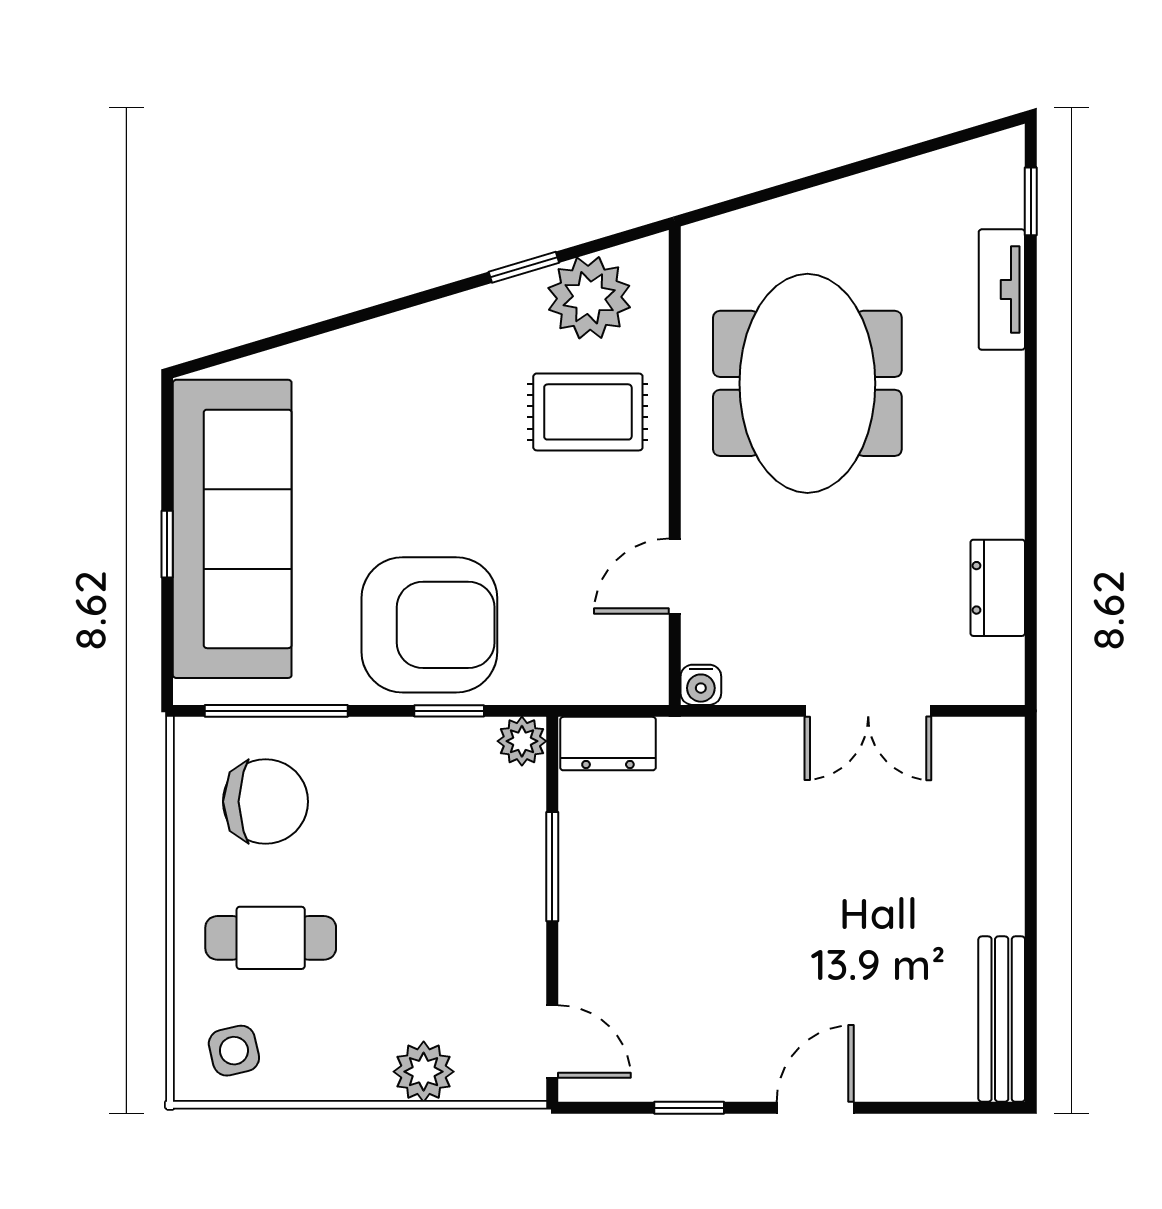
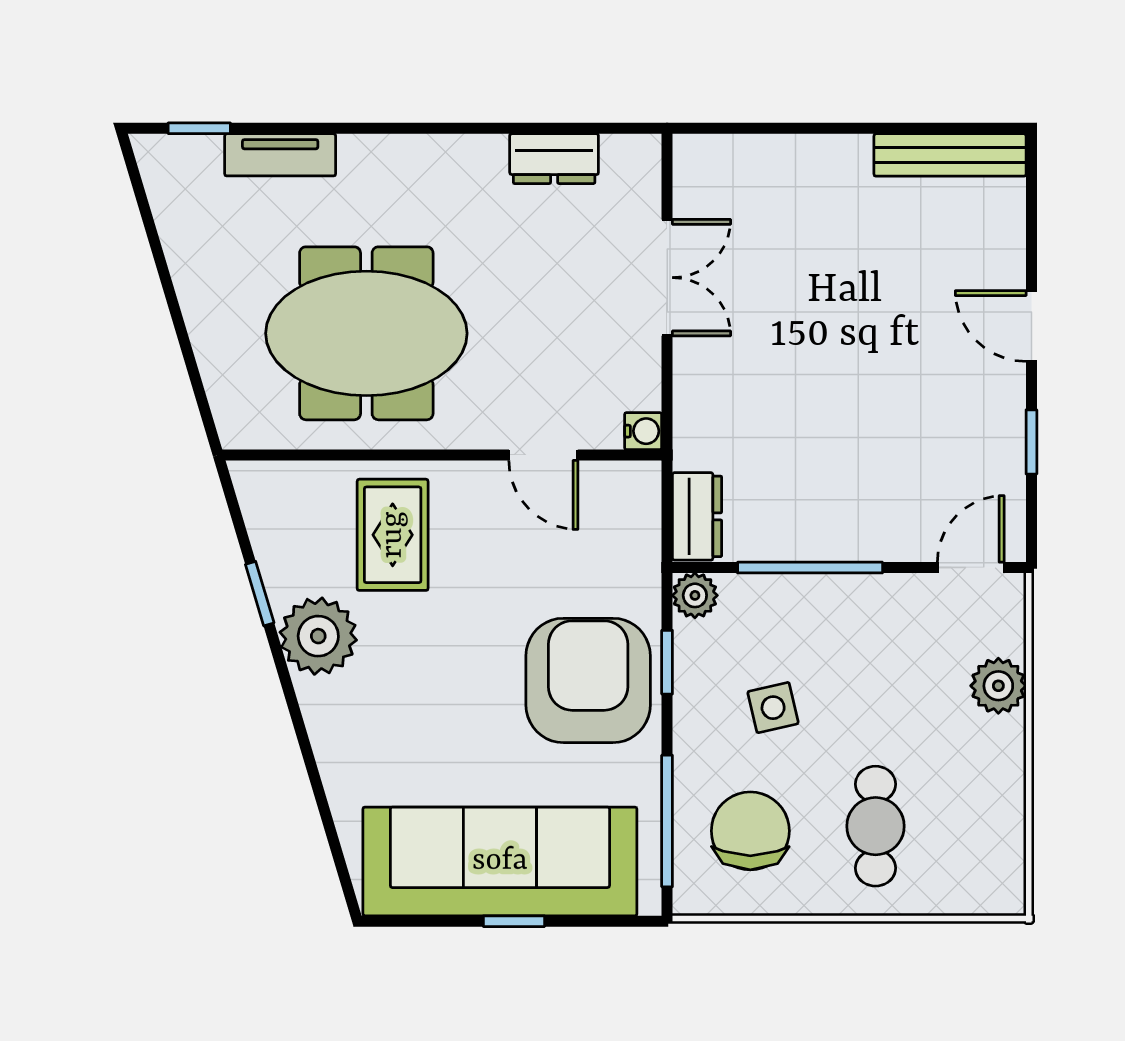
plant: (589, 298) -> (318, 636), moved
window: (552, 867) -> (810, 568), width x1.44
side table: (234, 1051) -> (773, 708), moved

